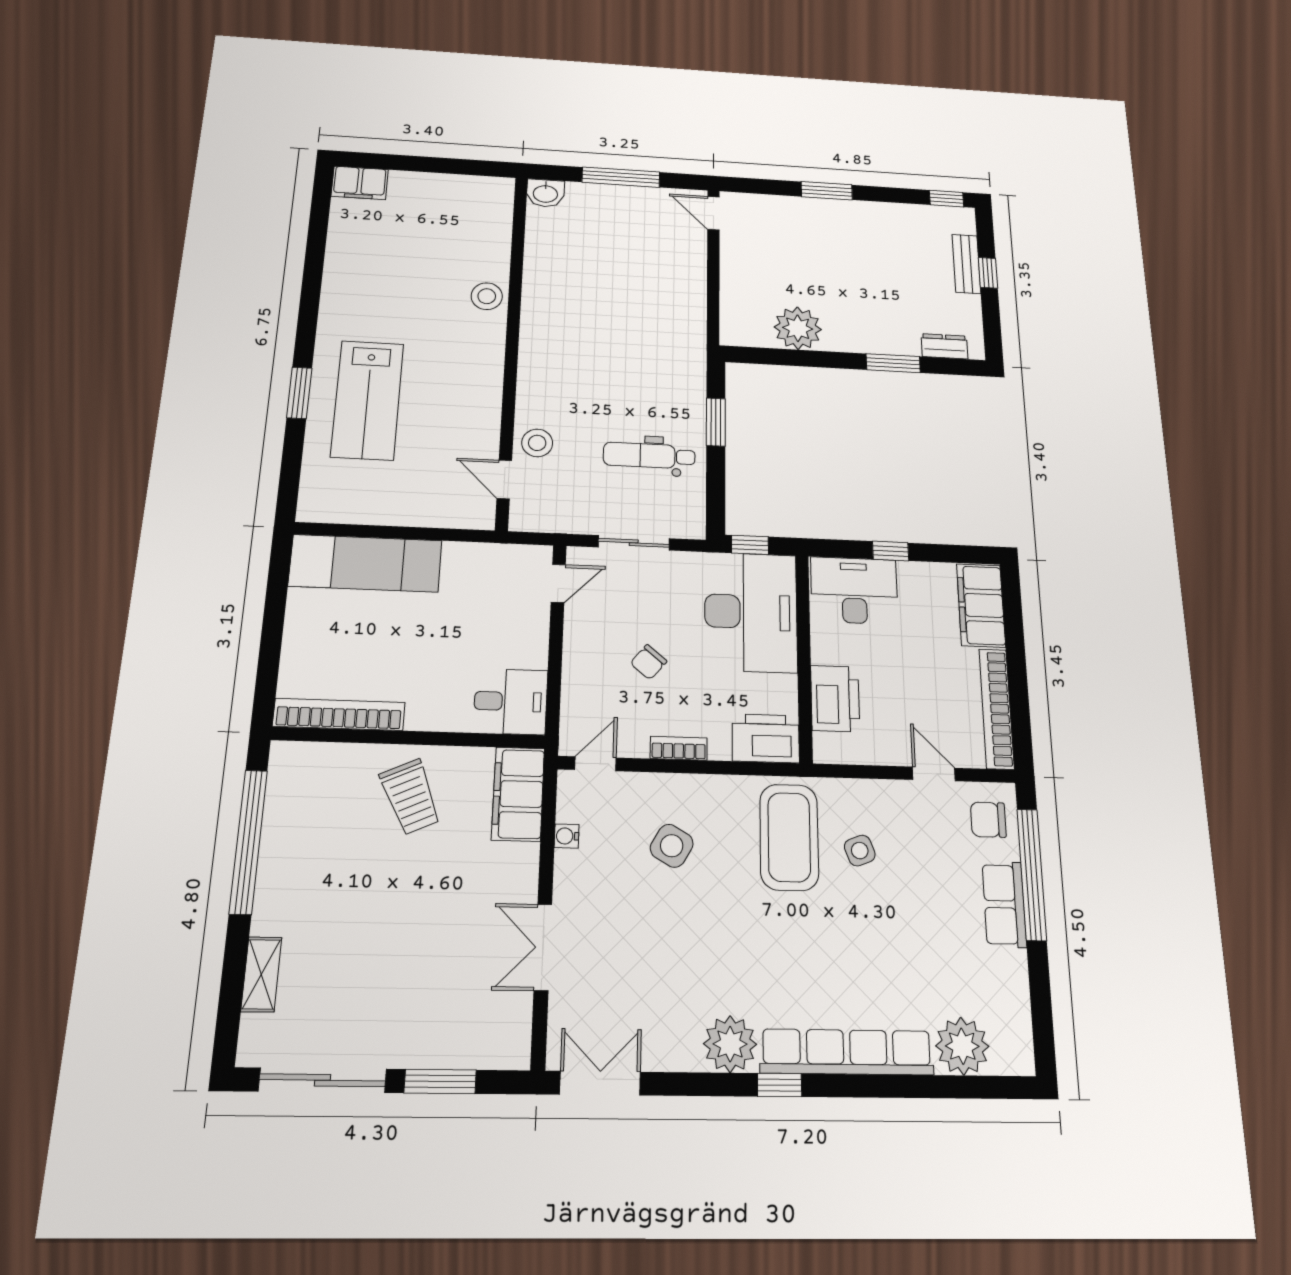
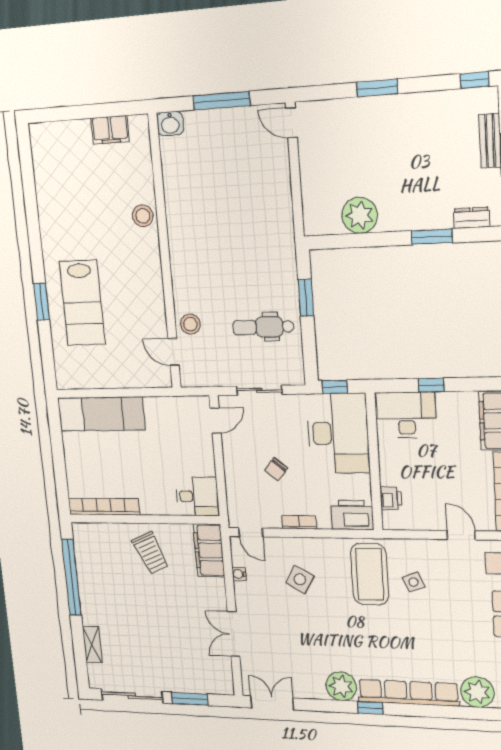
filing cabinet: (360, 183) -> (110, 130), moved
printer: (835, 699) -> (391, 498), width x0.53, depth x0.68
door: (596, 764) -> (251, 532), swing flipped

